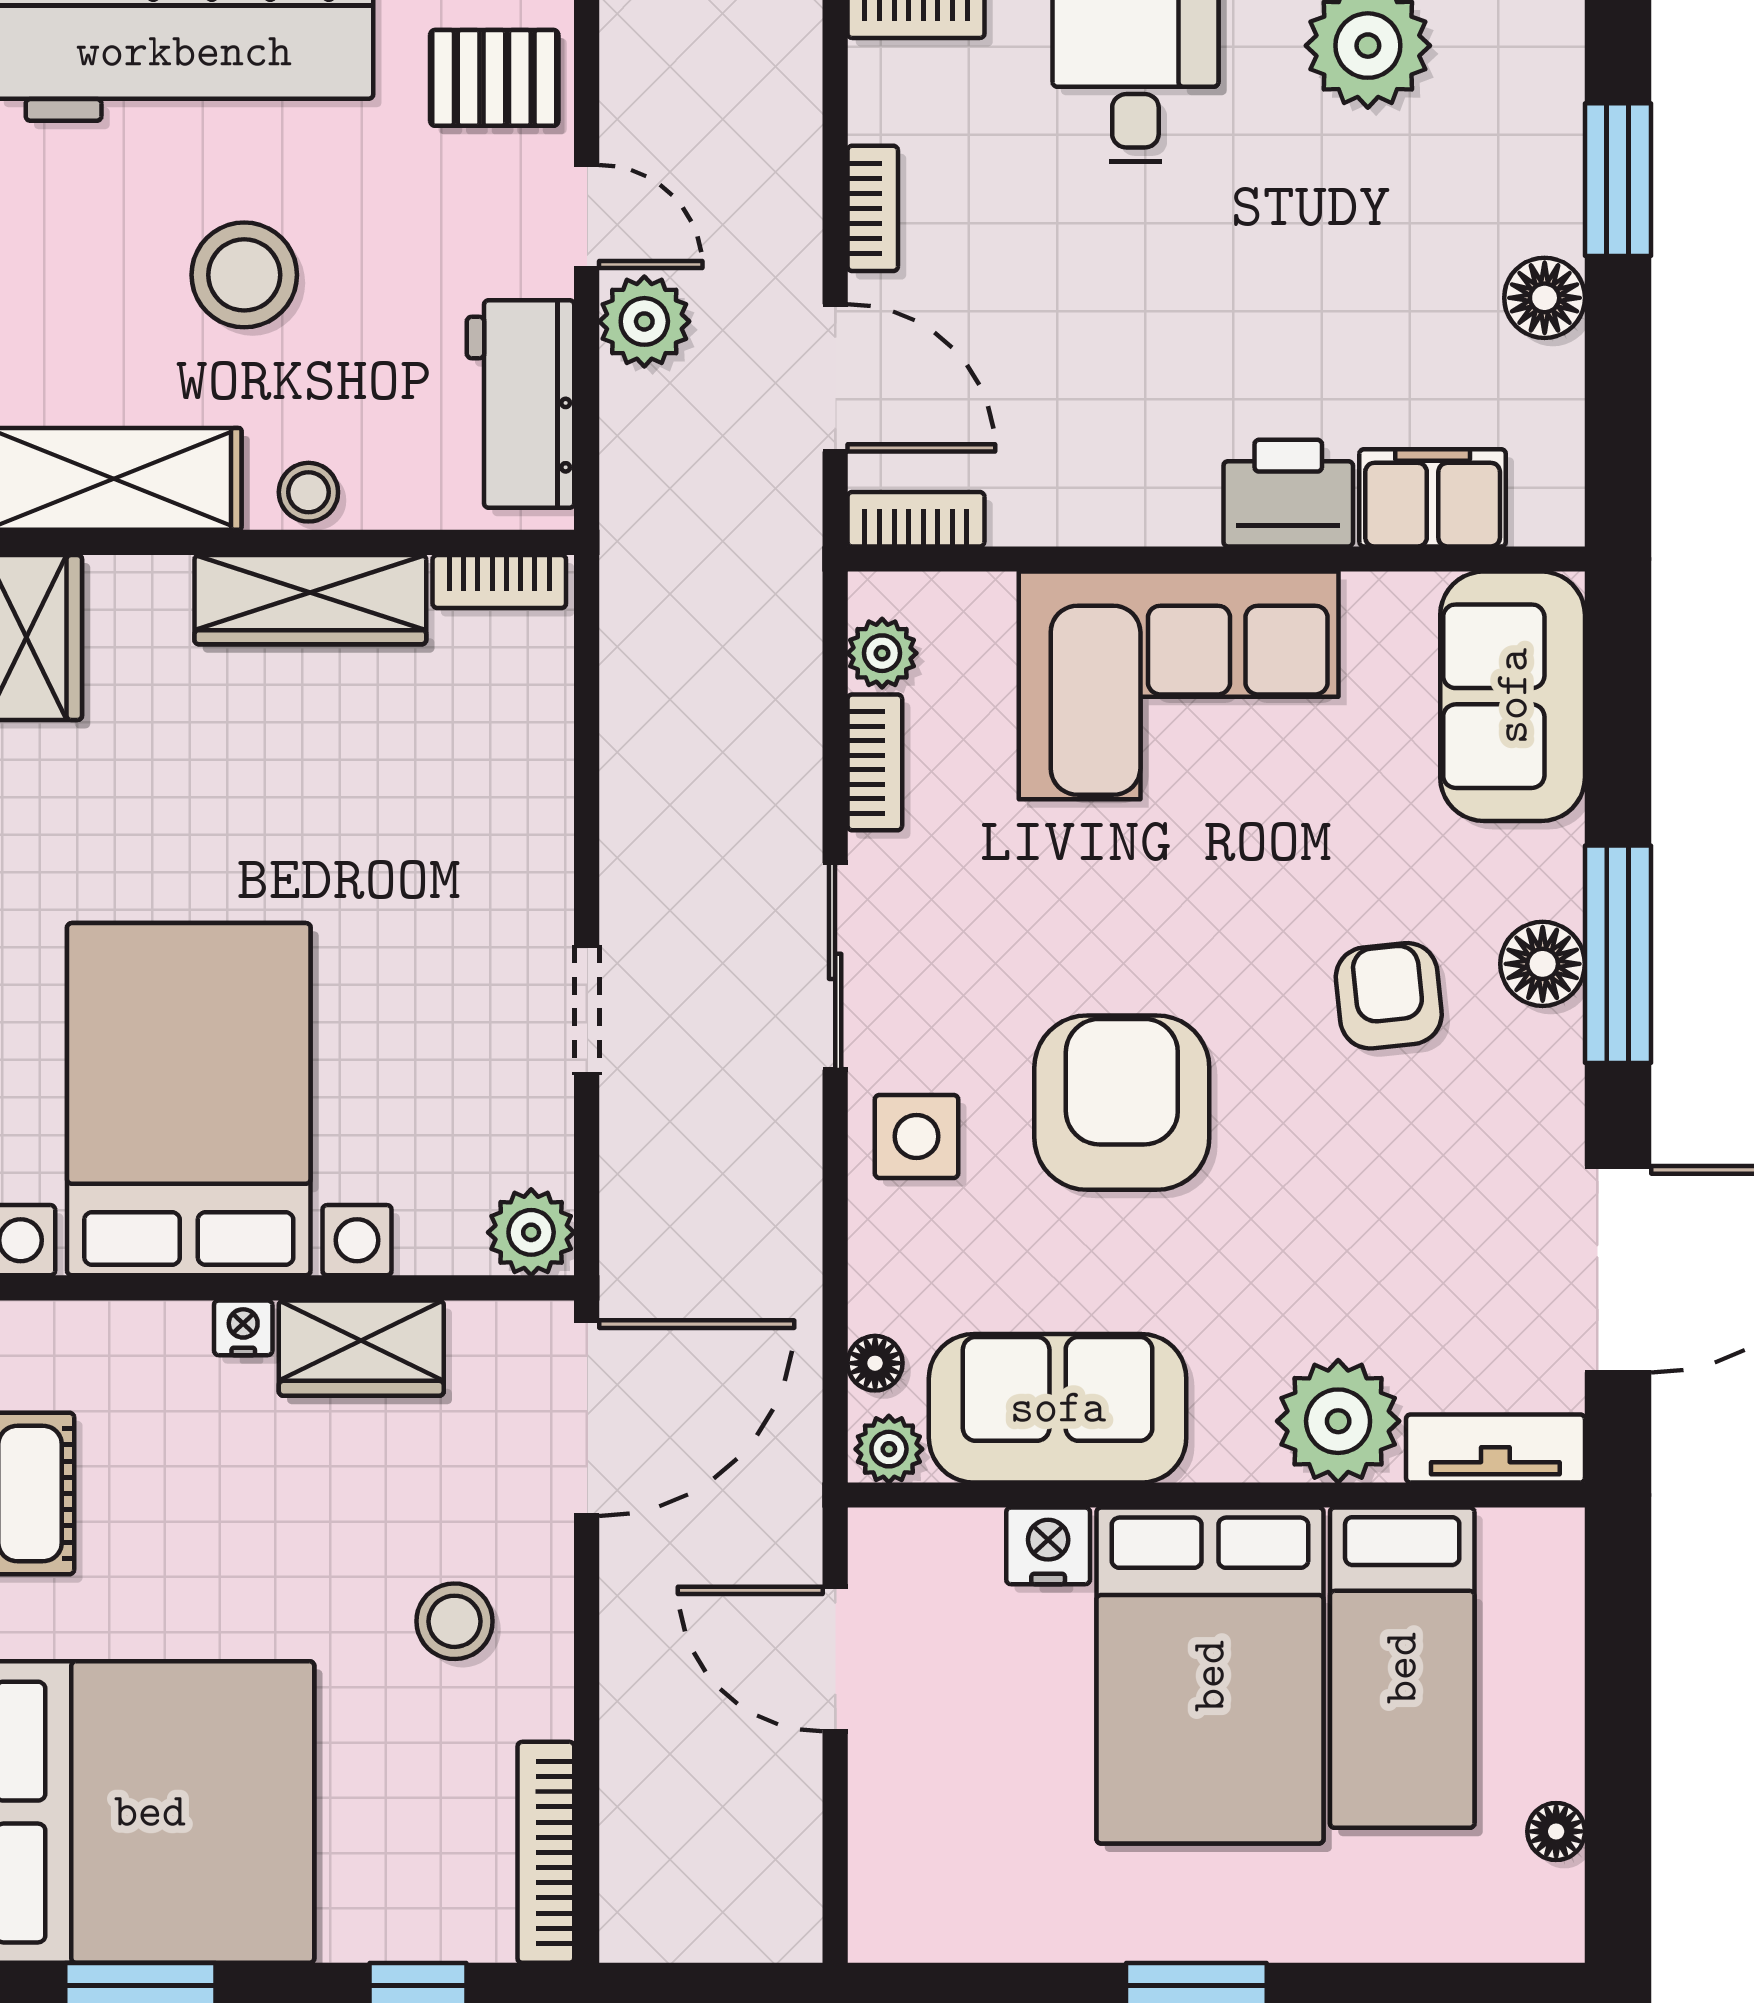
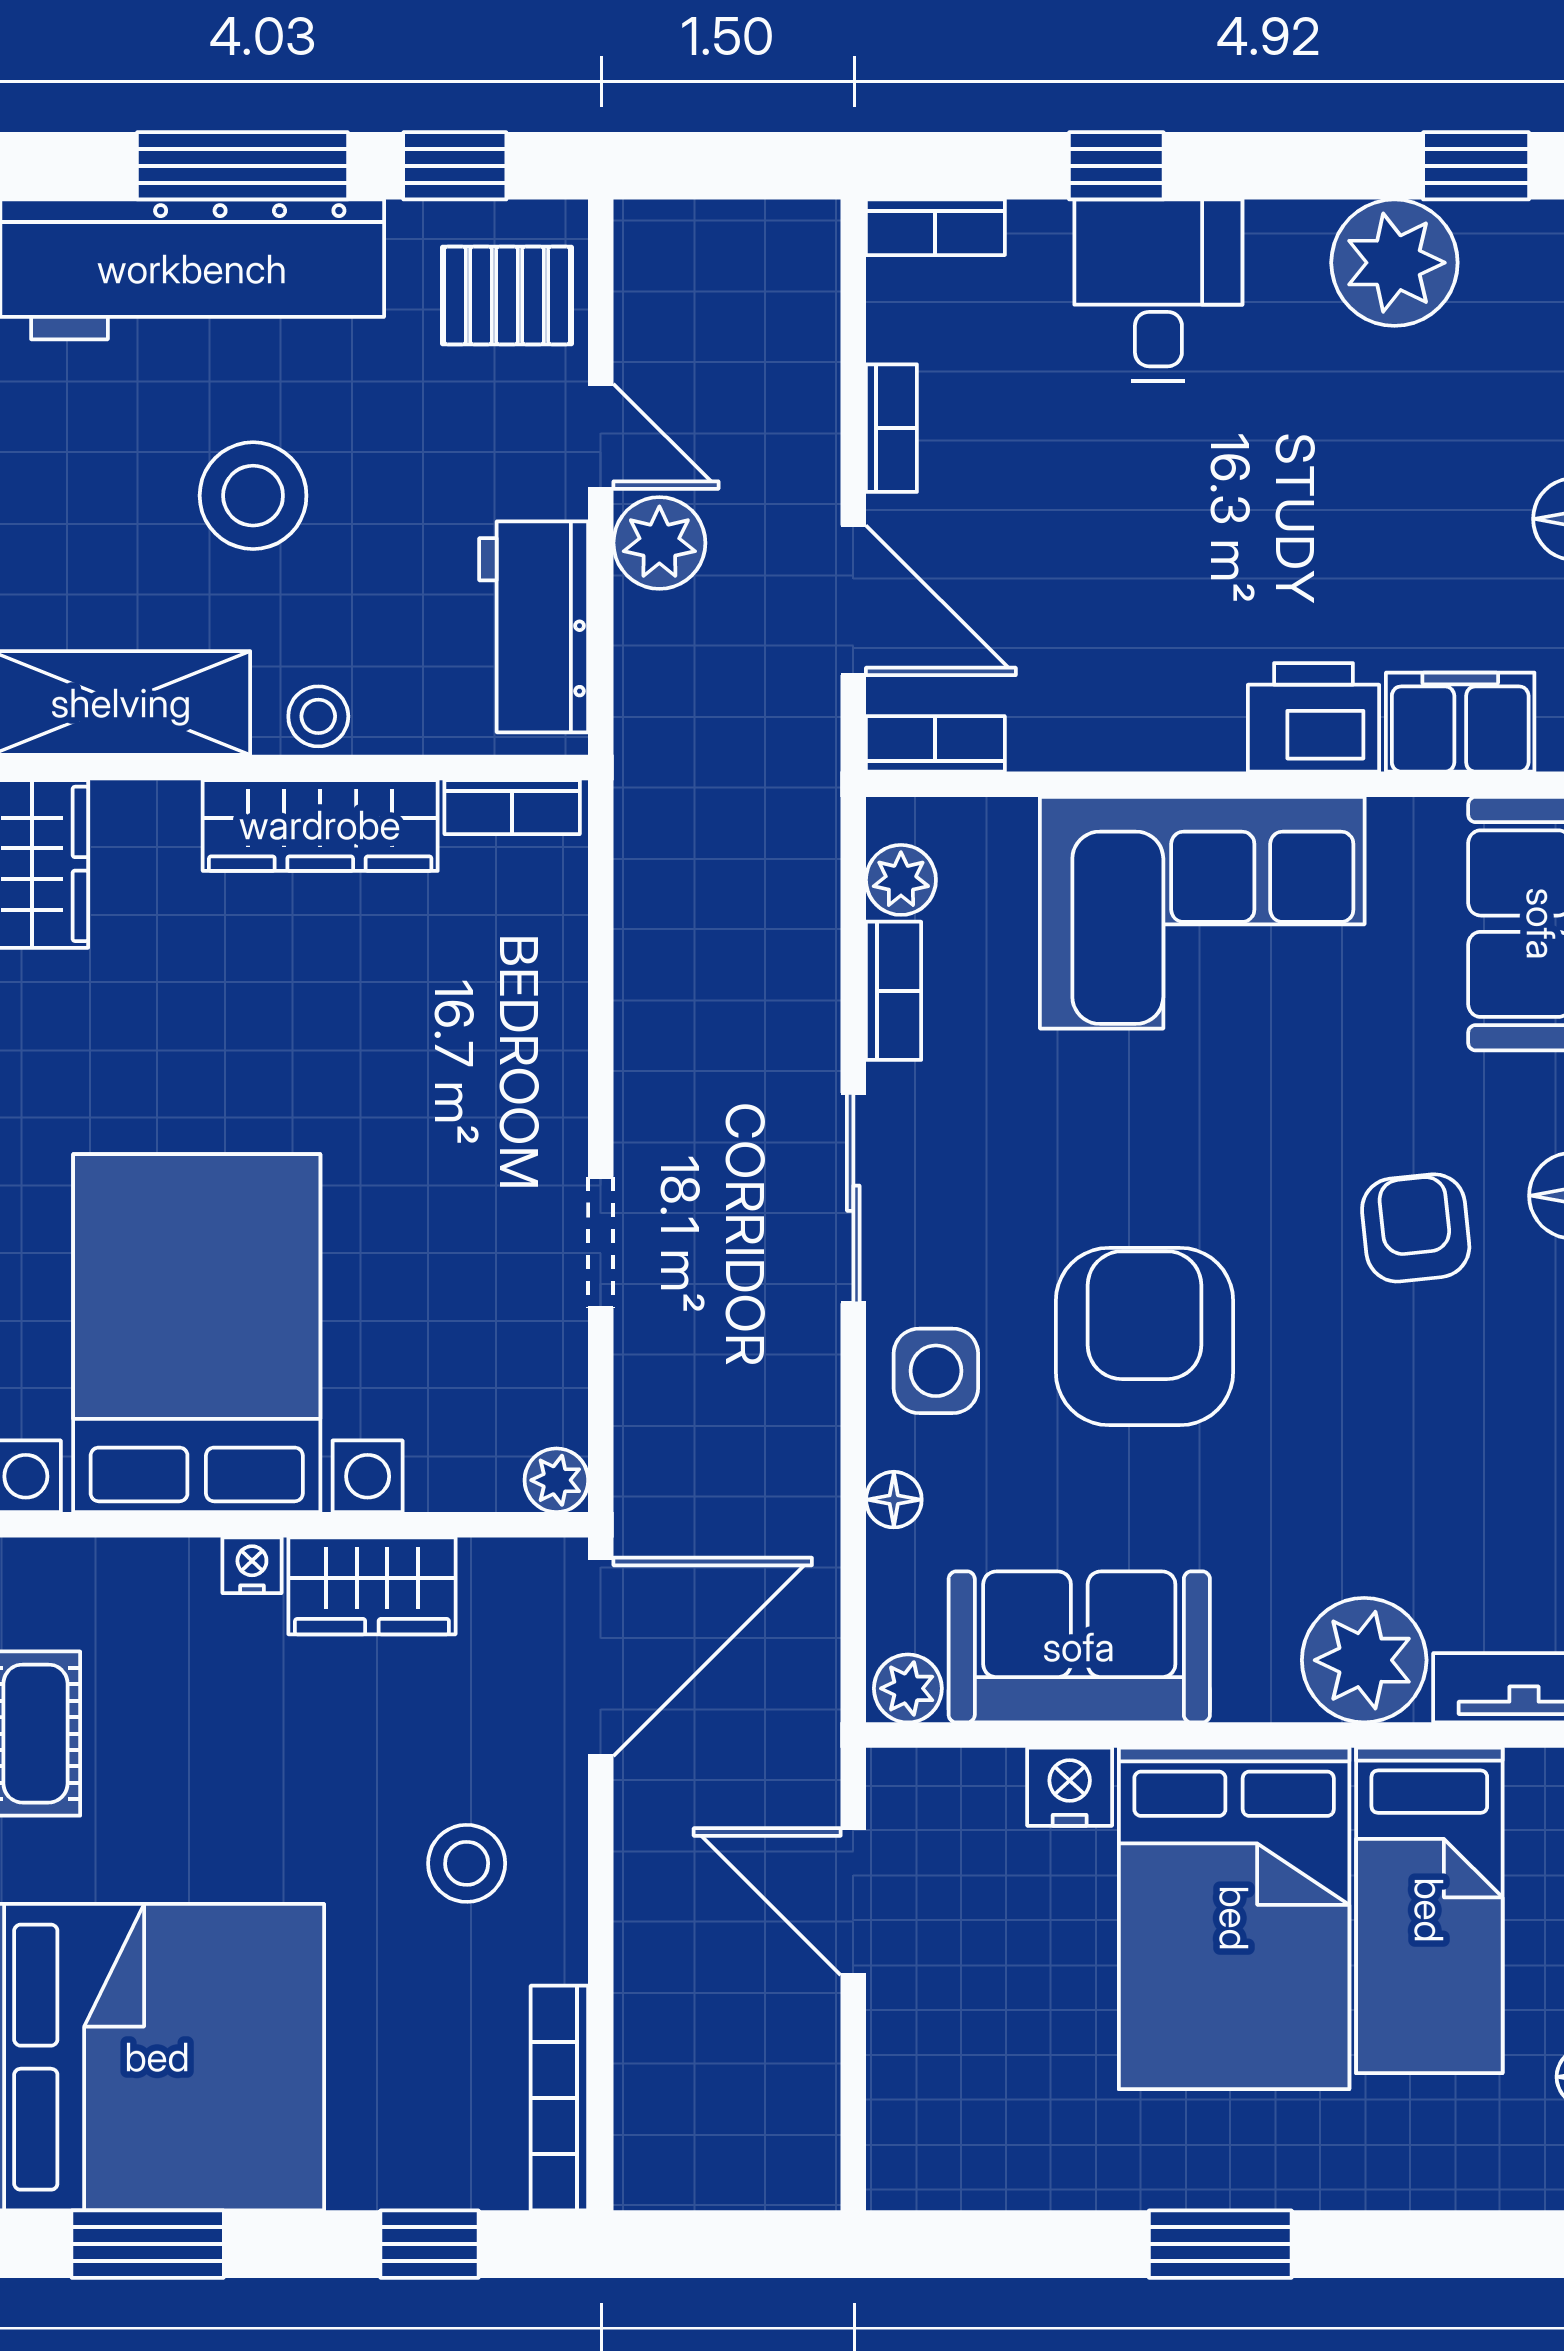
plant: (531, 1232) -> (556, 1480), width x0.73, depth x0.73
floor lamp: (875, 1363) -> (894, 1500), moved

